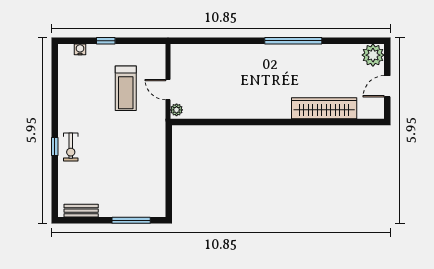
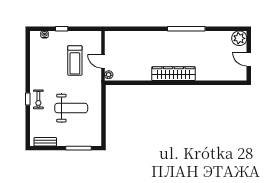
door: (387, 86) -> (249, 59), hinge flipped
wardrobe: (324, 108) -> (173, 74), moved
weight bench: (120, 160) -> (71, 108), added

